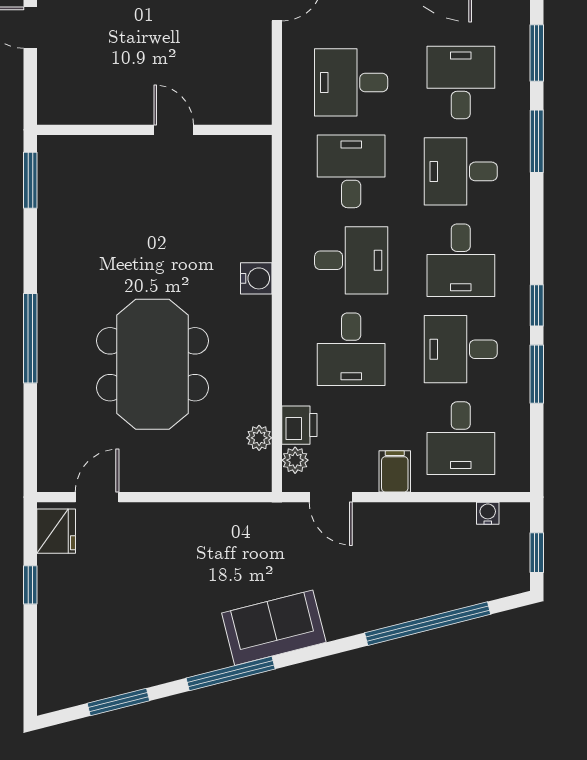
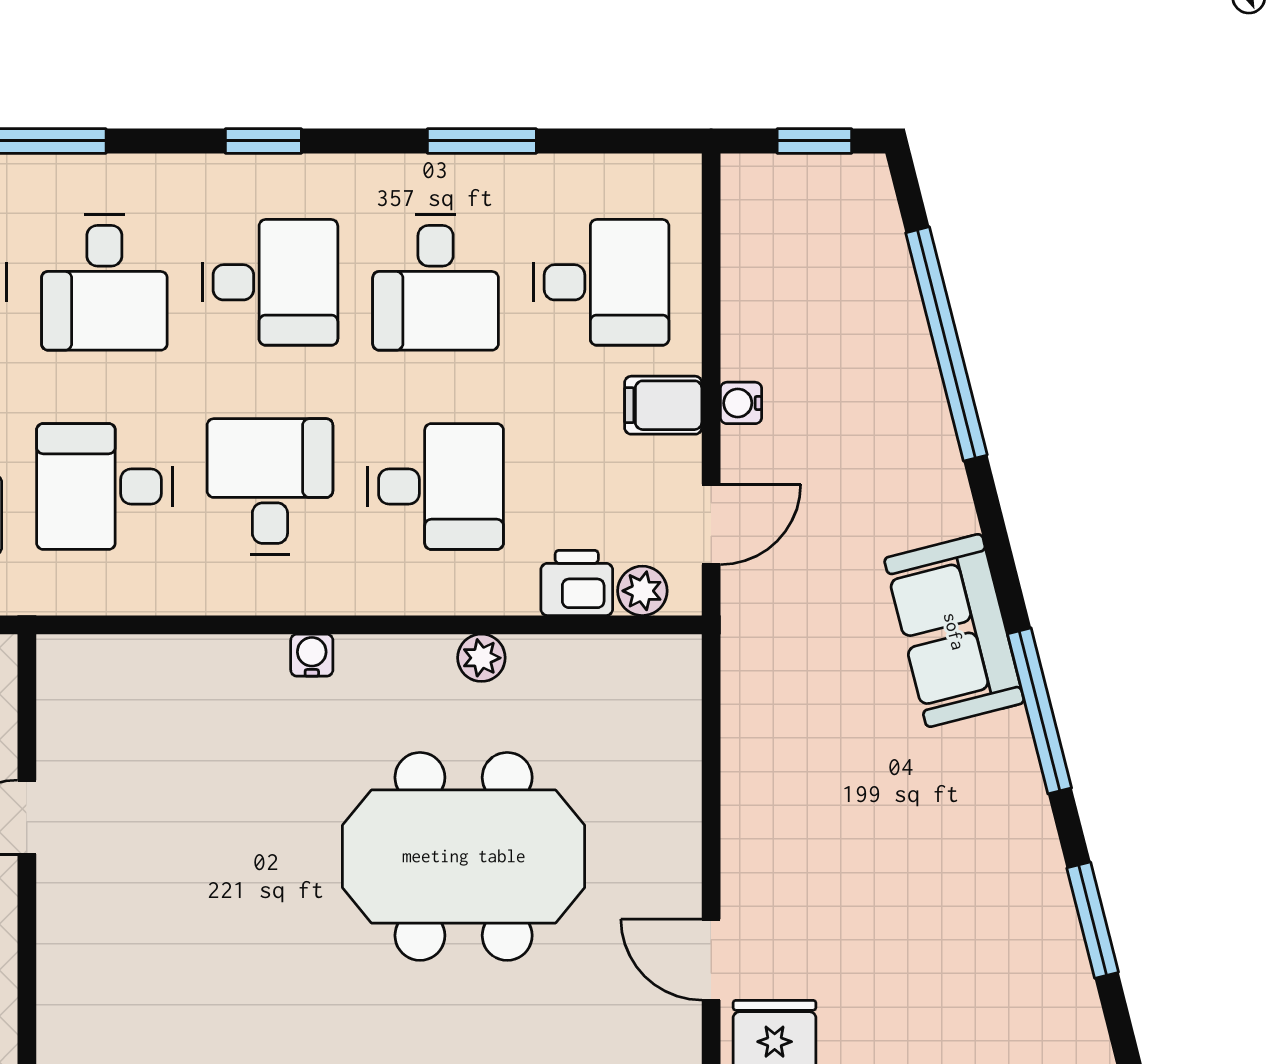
water cooler: (256, 278) -> (312, 655), width x0.72, depth x0.72
window: (537, 305) -> (263, 141), moved
plant: (259, 438) -> (481, 658), moved
water cooler: (488, 513) -> (741, 403), moved

